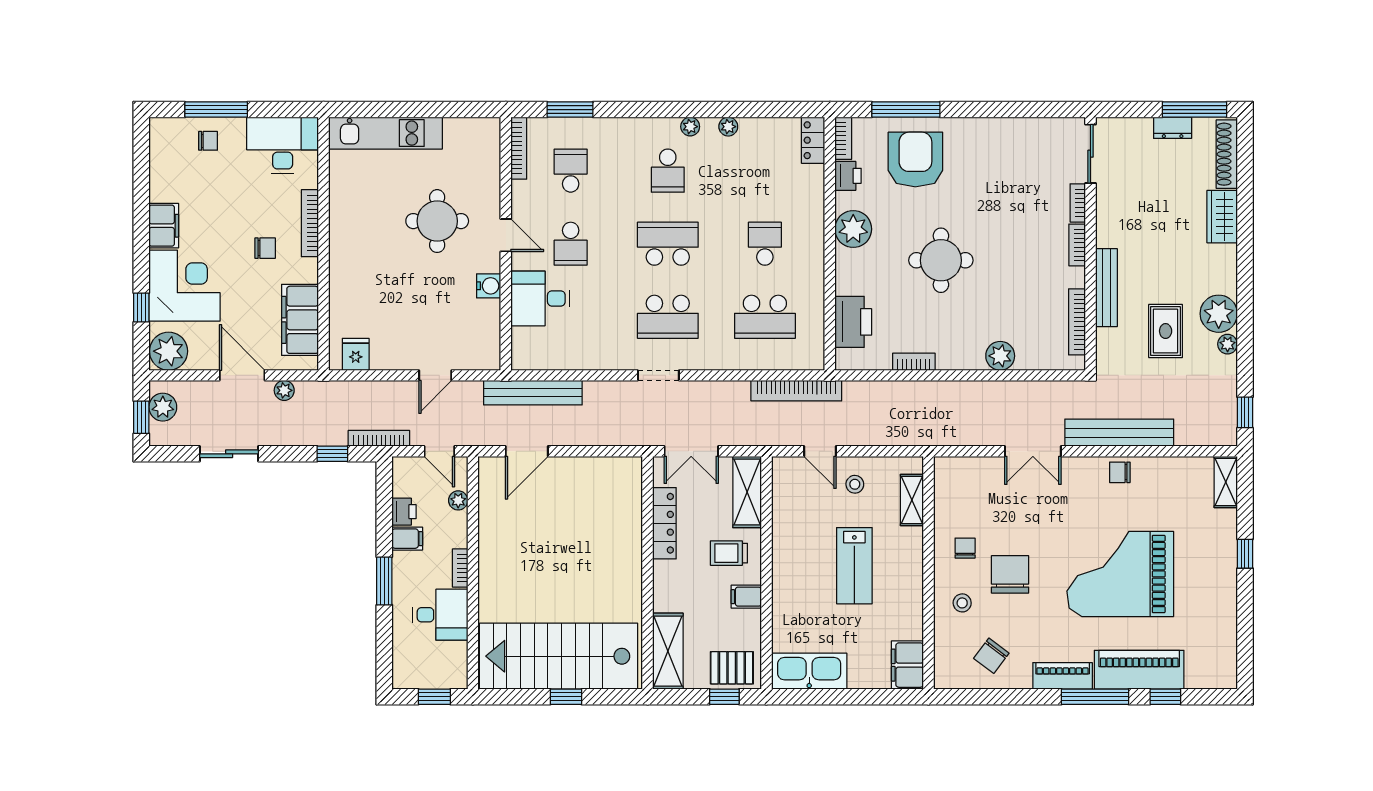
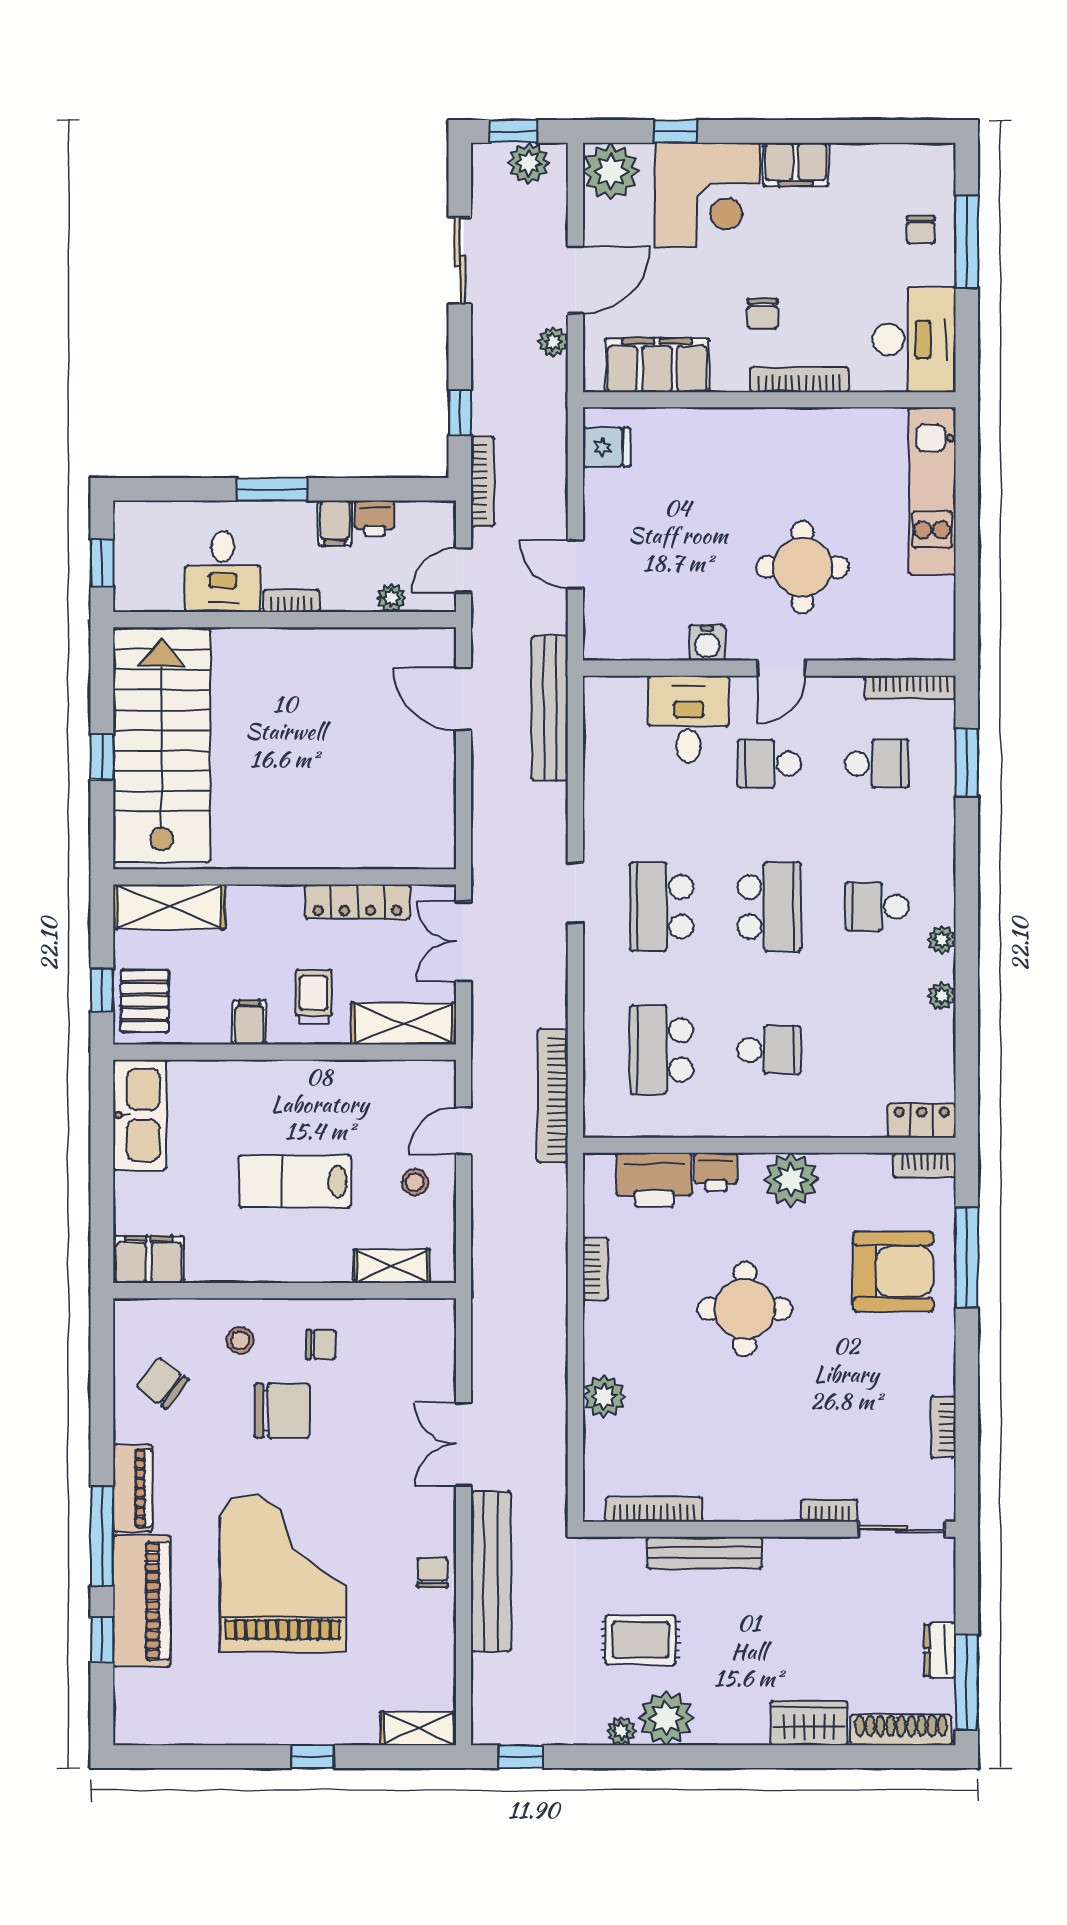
printer: (848, 176) -> (716, 1172), moved
bookcase: (1077, 245) -> (943, 1427), moved, turned -90

